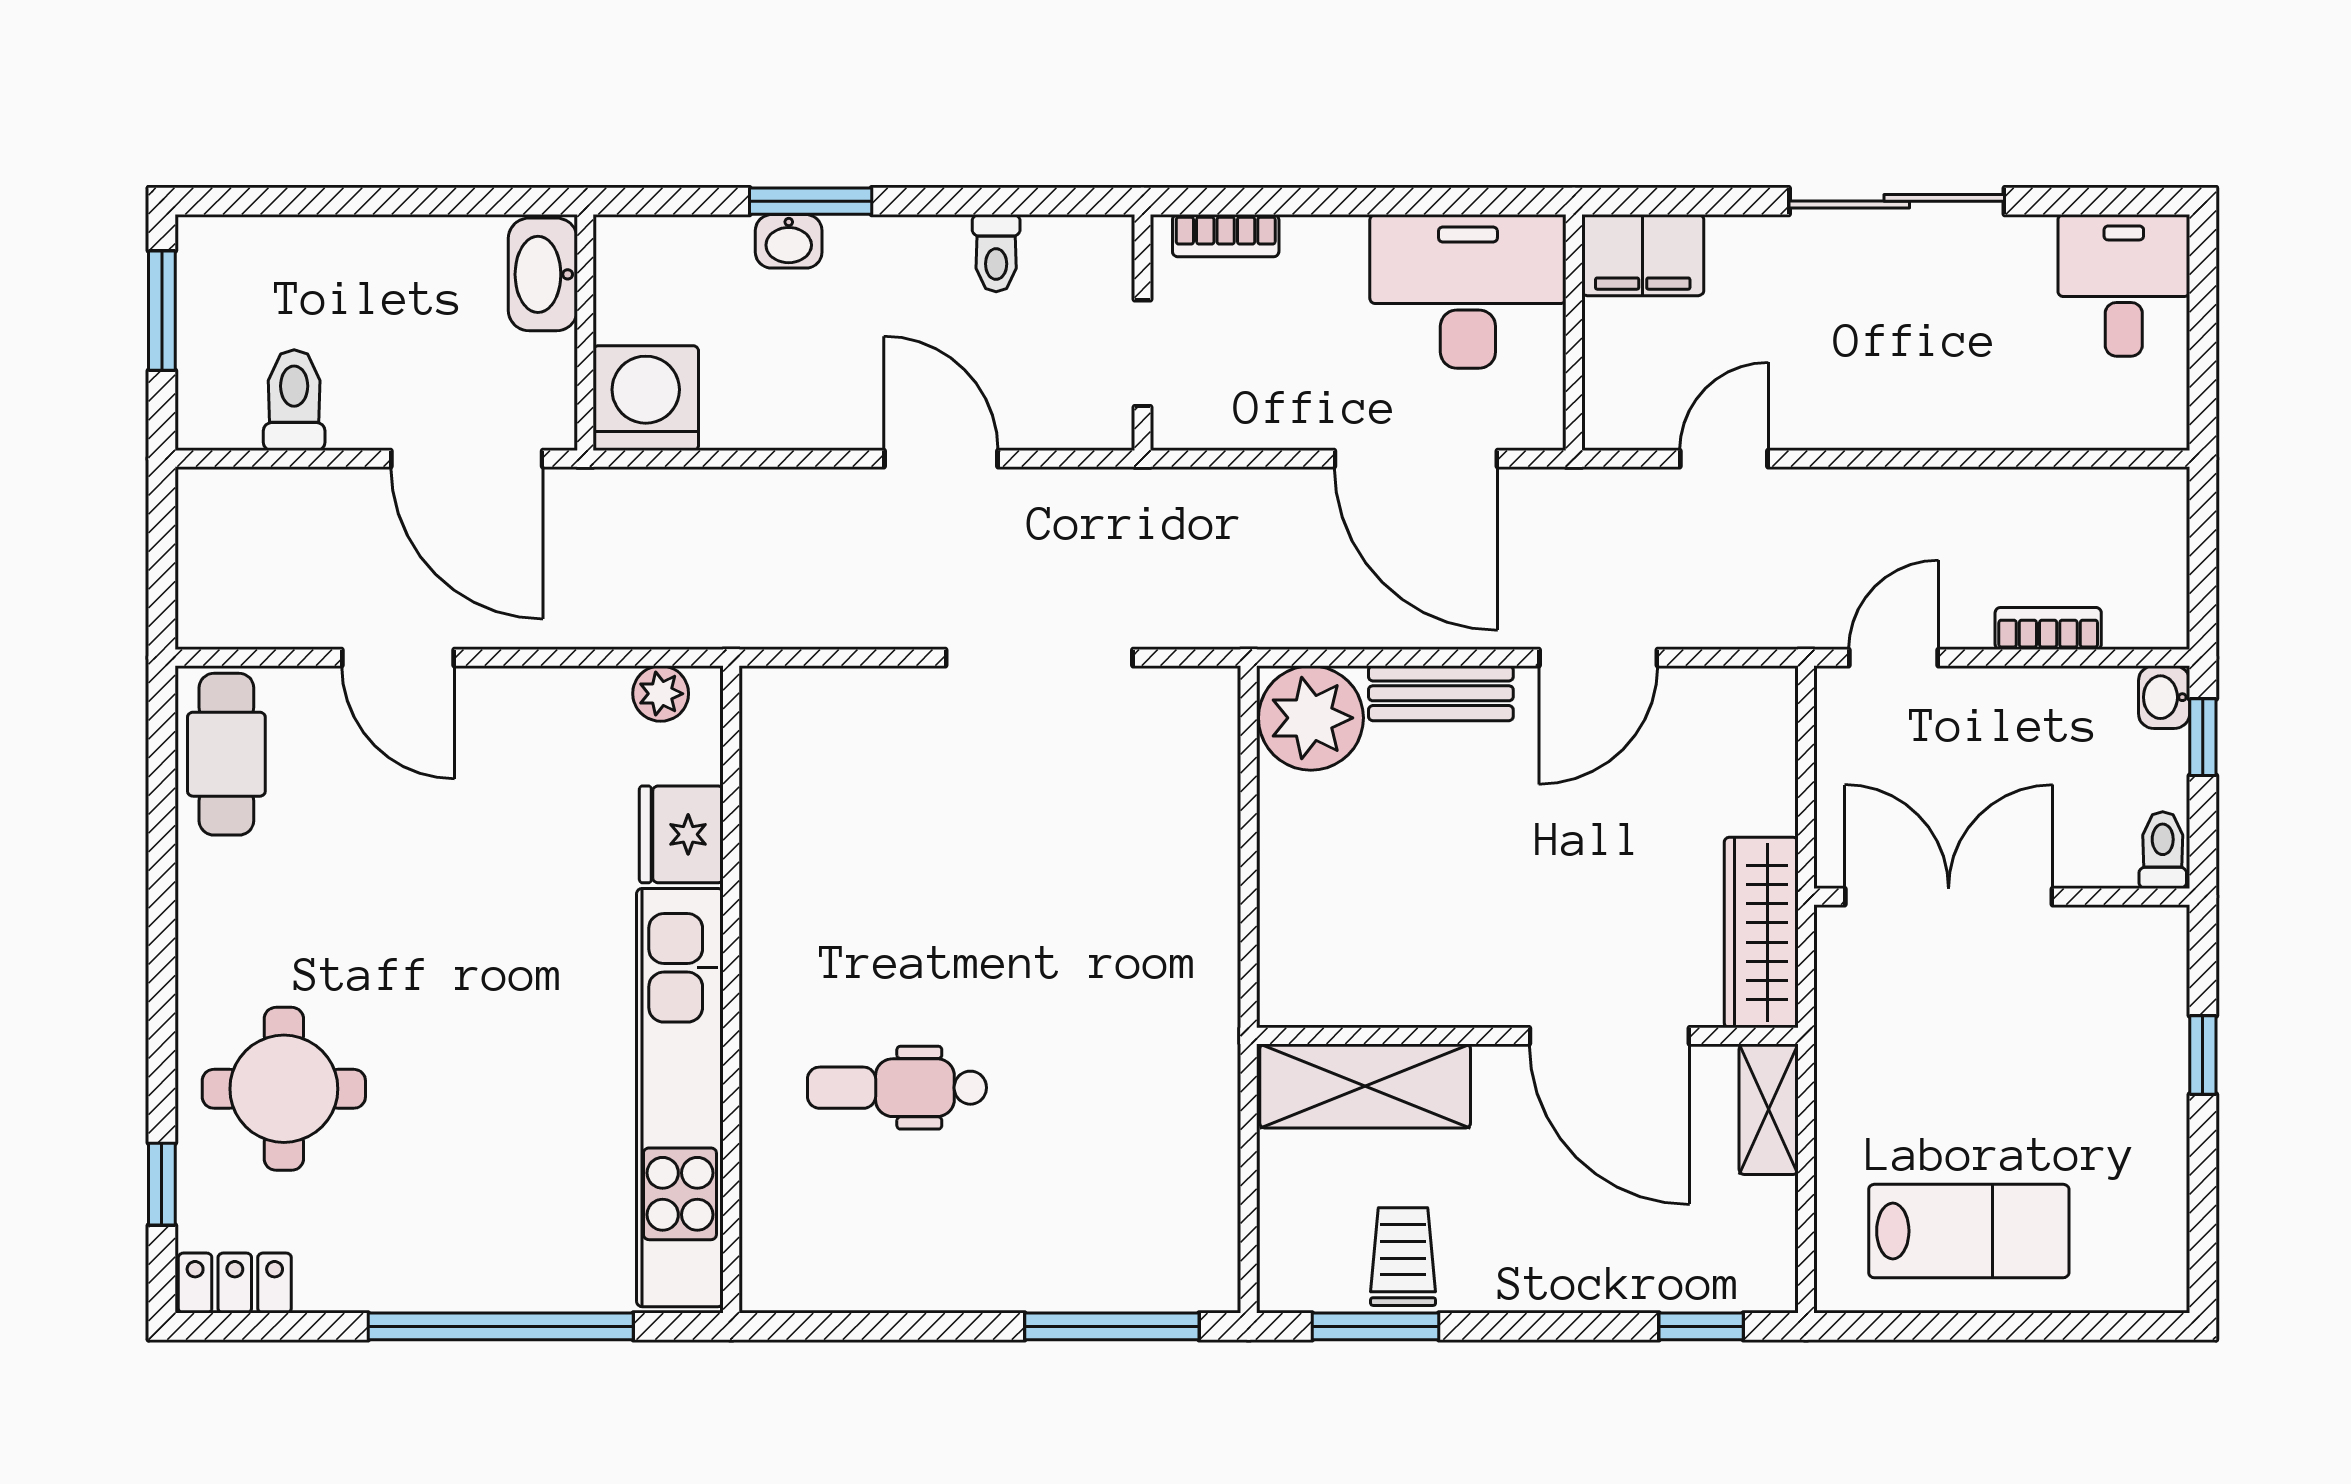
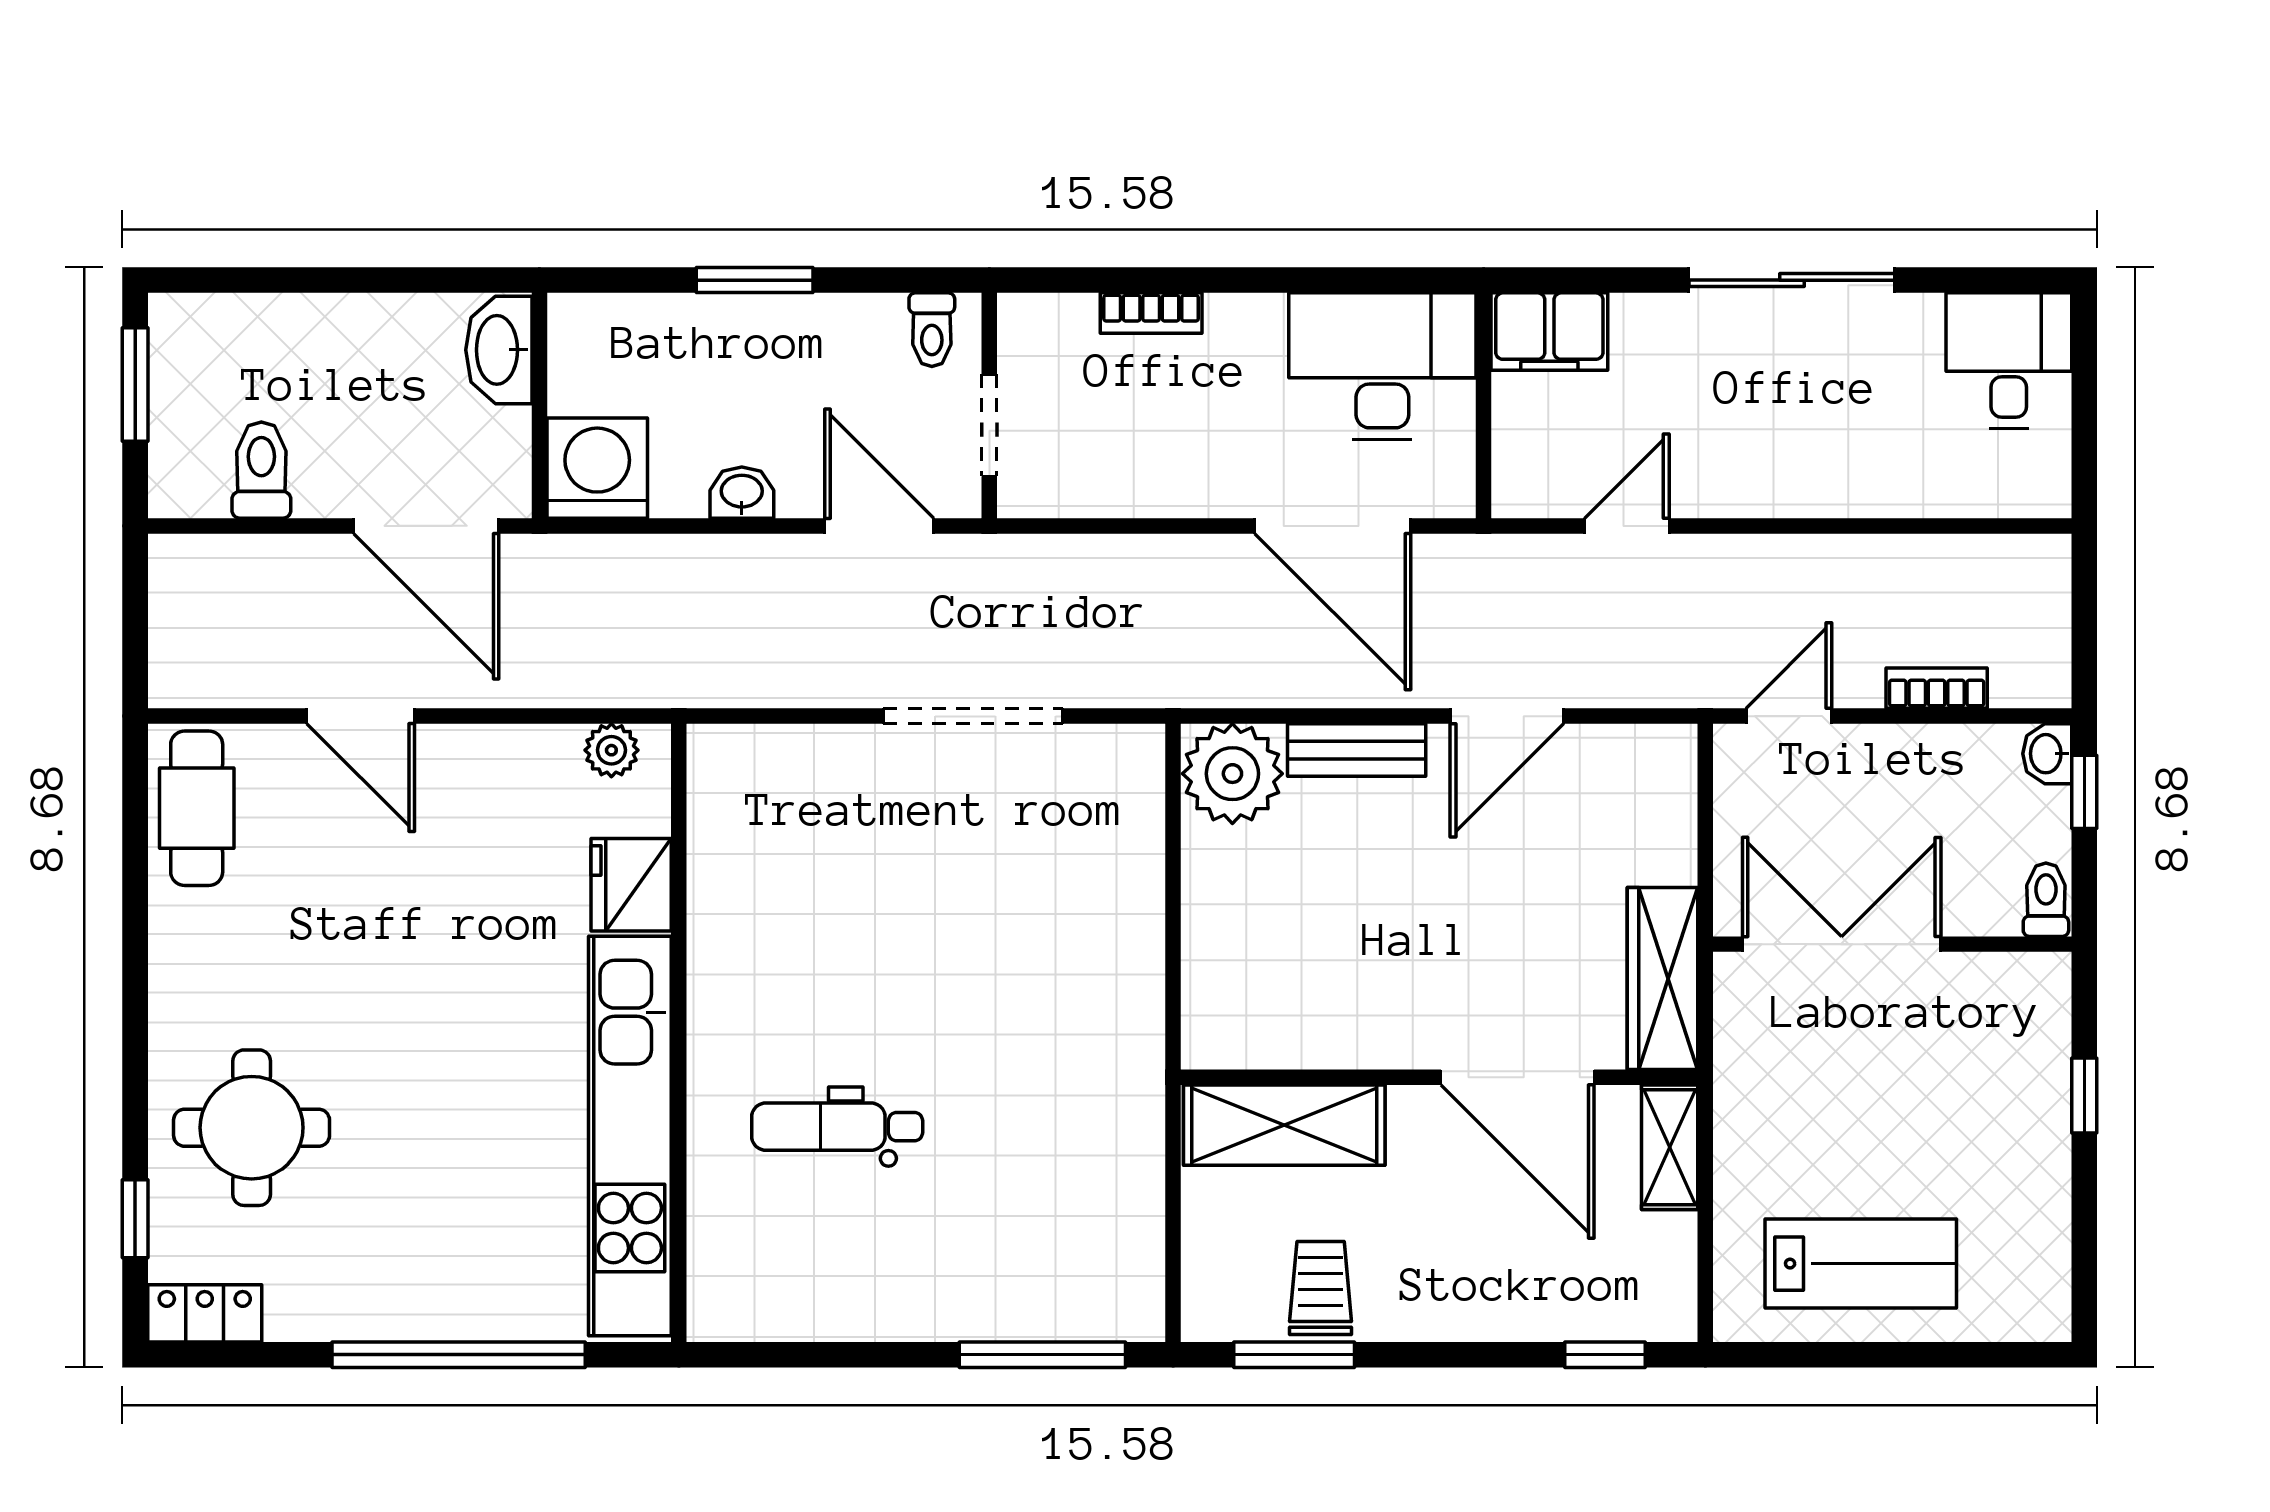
washbasin: (789, 241) -> (742, 493), moved, turned 180
wall: (1143, 333) -> (989, 406), moved
doorway: (1143, 353) -> (989, 425), moved

